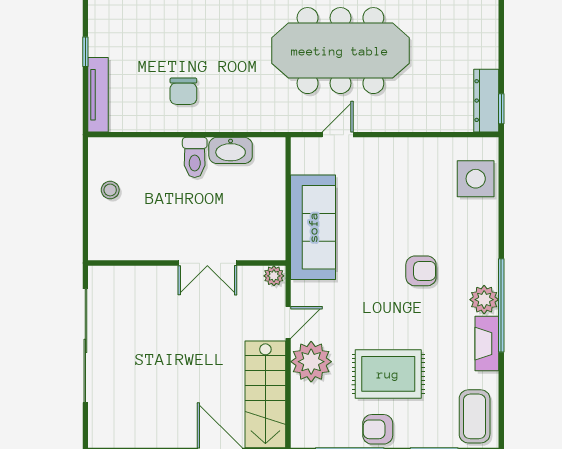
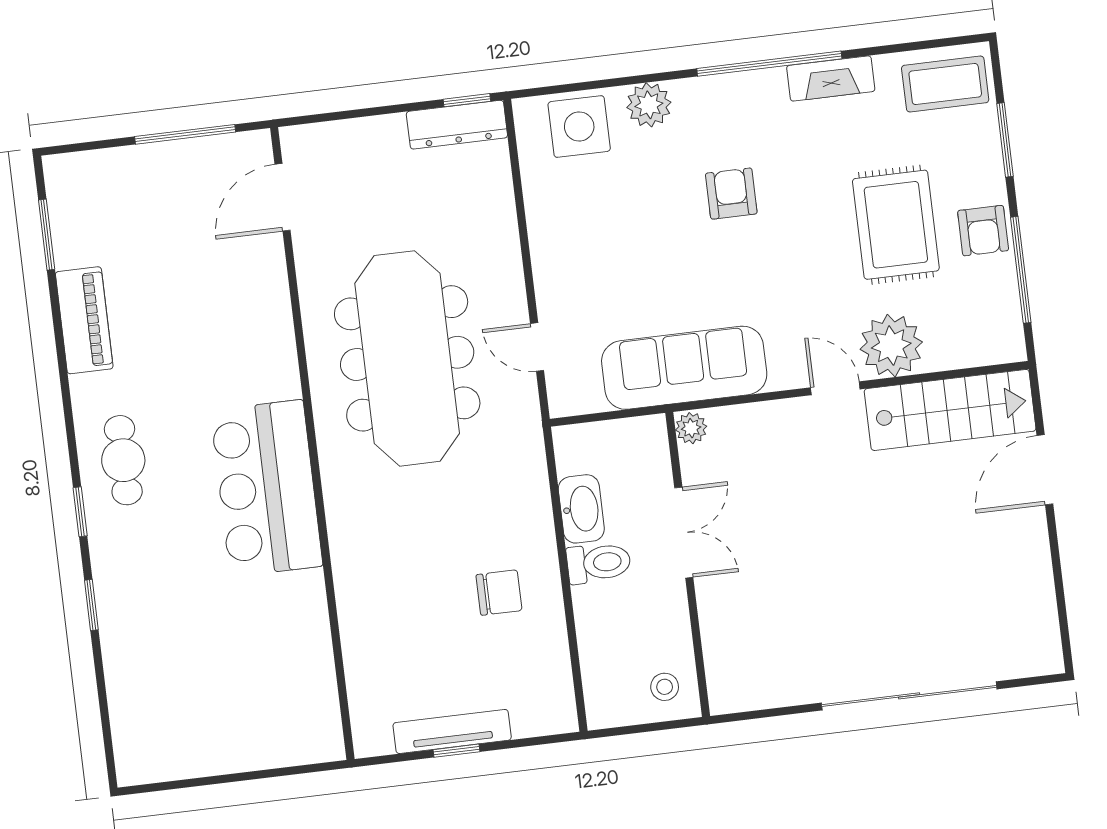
tv unit: (98, 95) -> (452, 731), moved
wall: (187, 263) -> (688, 564), moved
double door: (207, 263) -> (684, 533), moved
plant: (274, 276) -> (691, 428), moved
plant: (484, 300) -> (649, 105), moved

